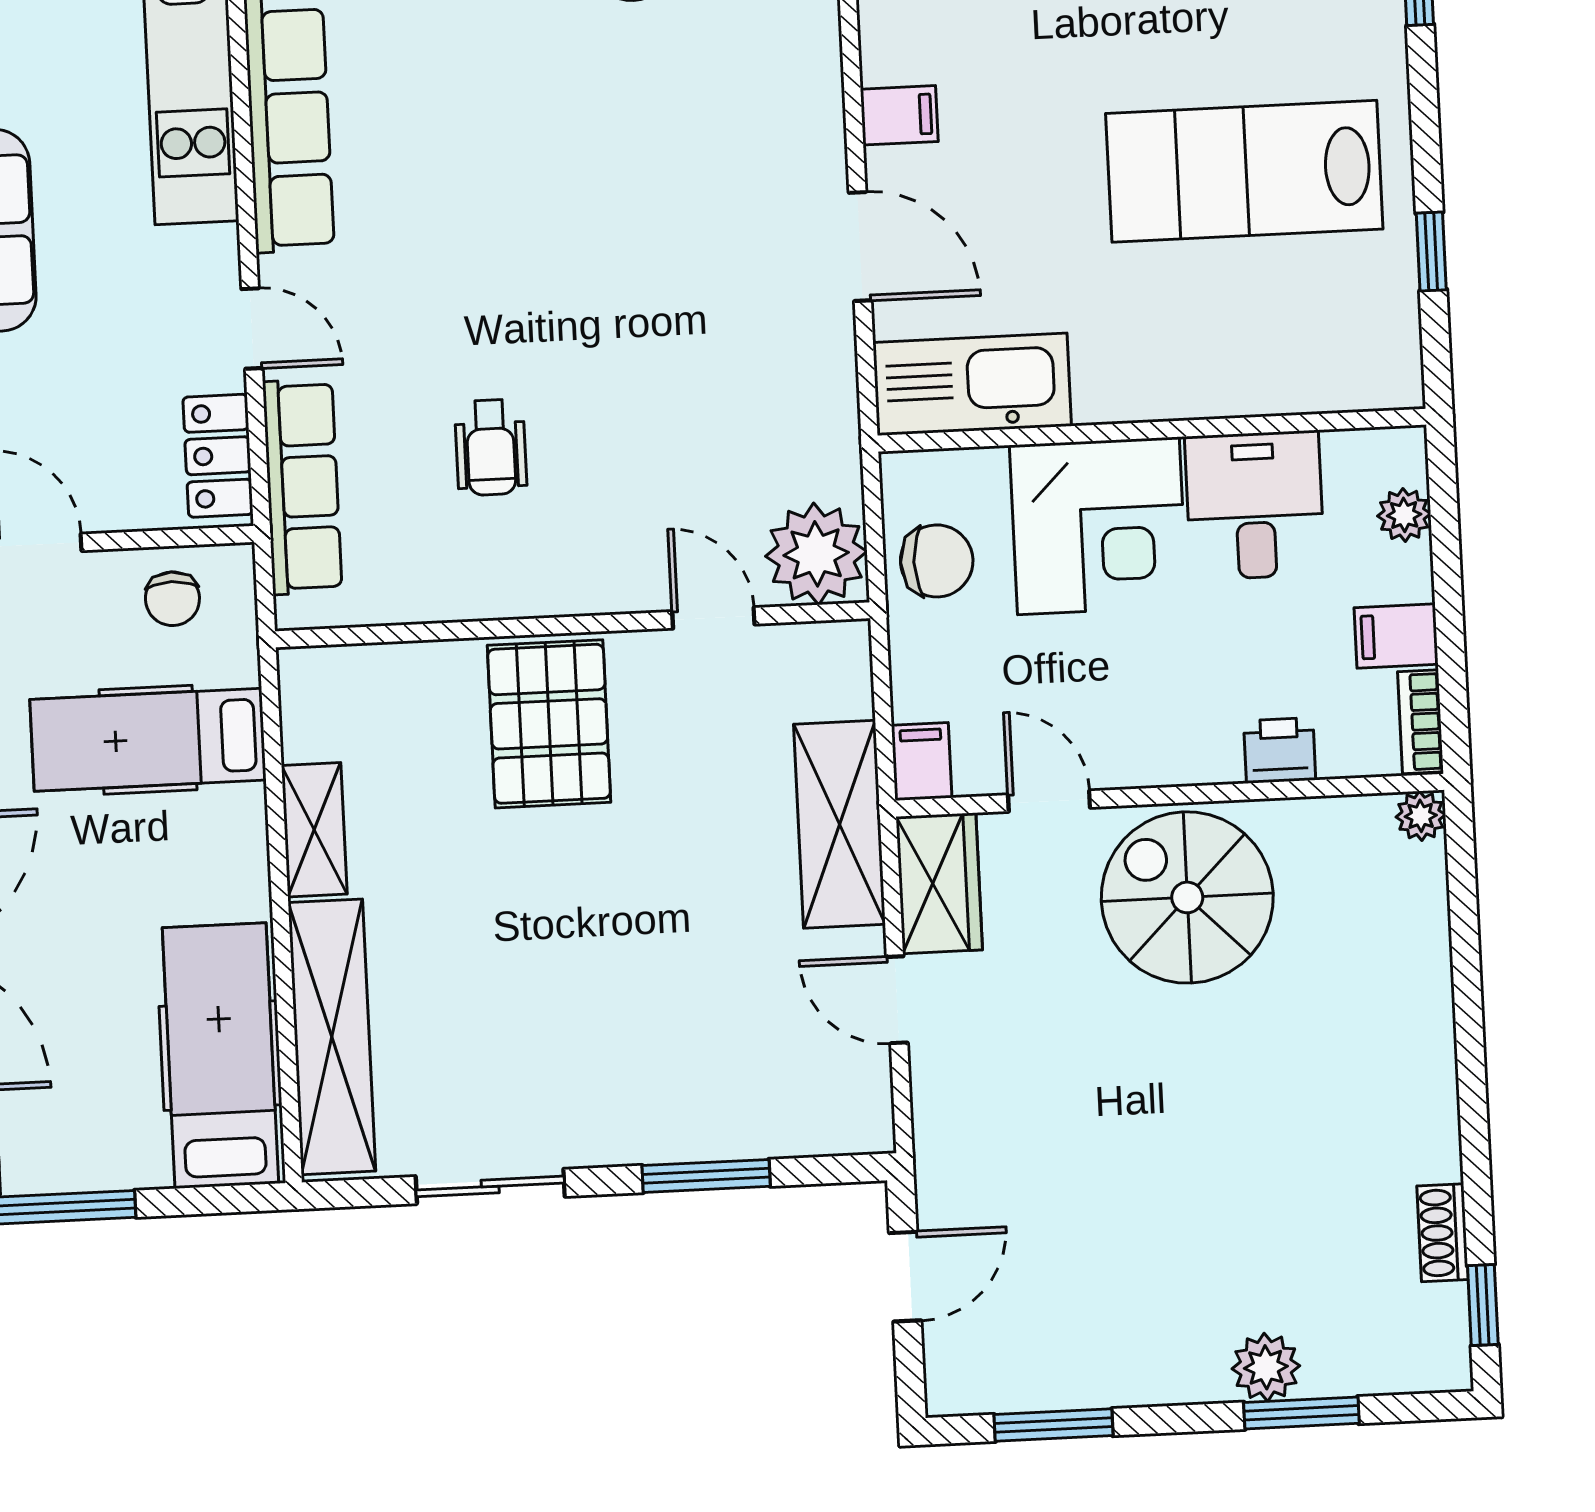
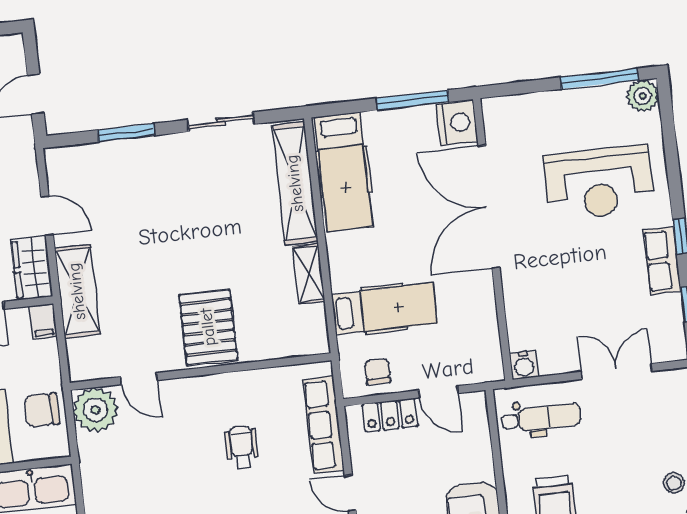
locker: (218, 456) -> (390, 415), moved, turned 90

